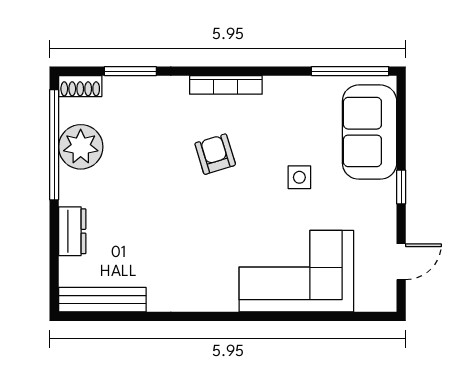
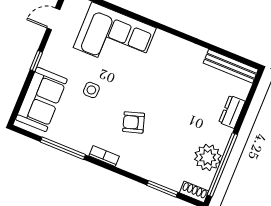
window: (350, 71) -> (63, 148), moved
bookcase: (226, 85) -> (104, 156), width x0.64
armchair: (215, 154) -> (134, 122), turned 90

